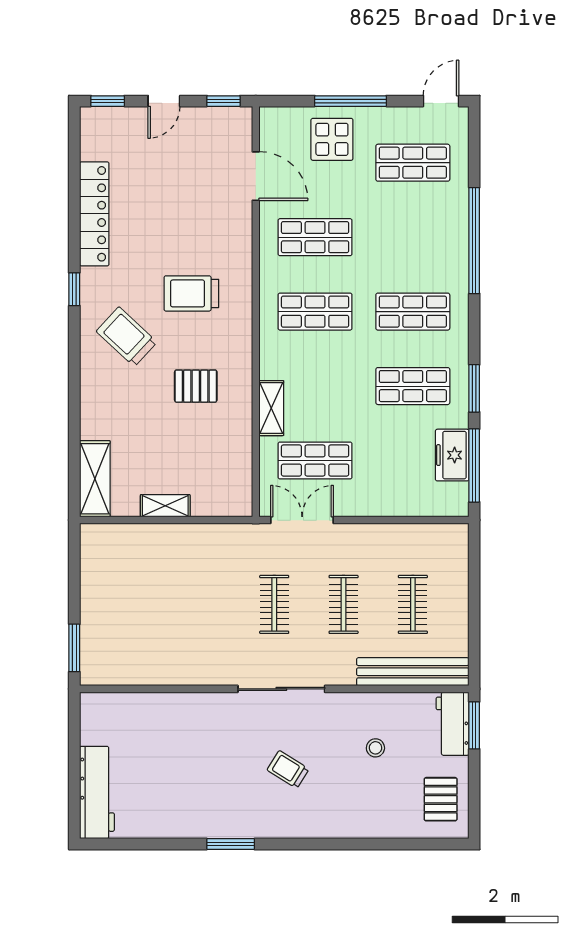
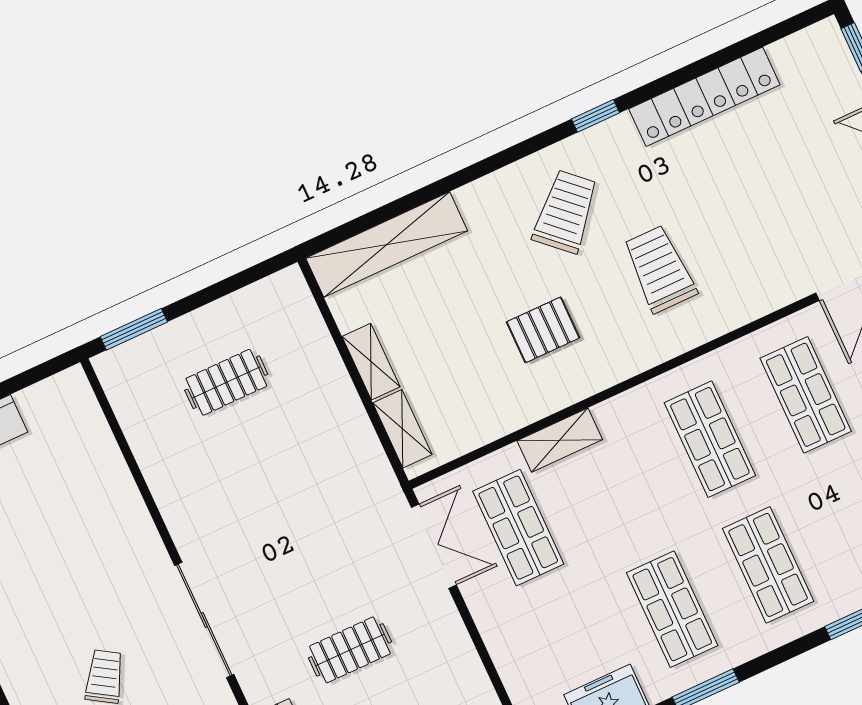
pallet: (196, 386) -> (543, 330), turned 90
shelving: (95, 479) -> (387, 244), width x1.47
shelving: (217, 505) -> (402, 429), added
clothes rail: (274, 604) -> (226, 382), moved

